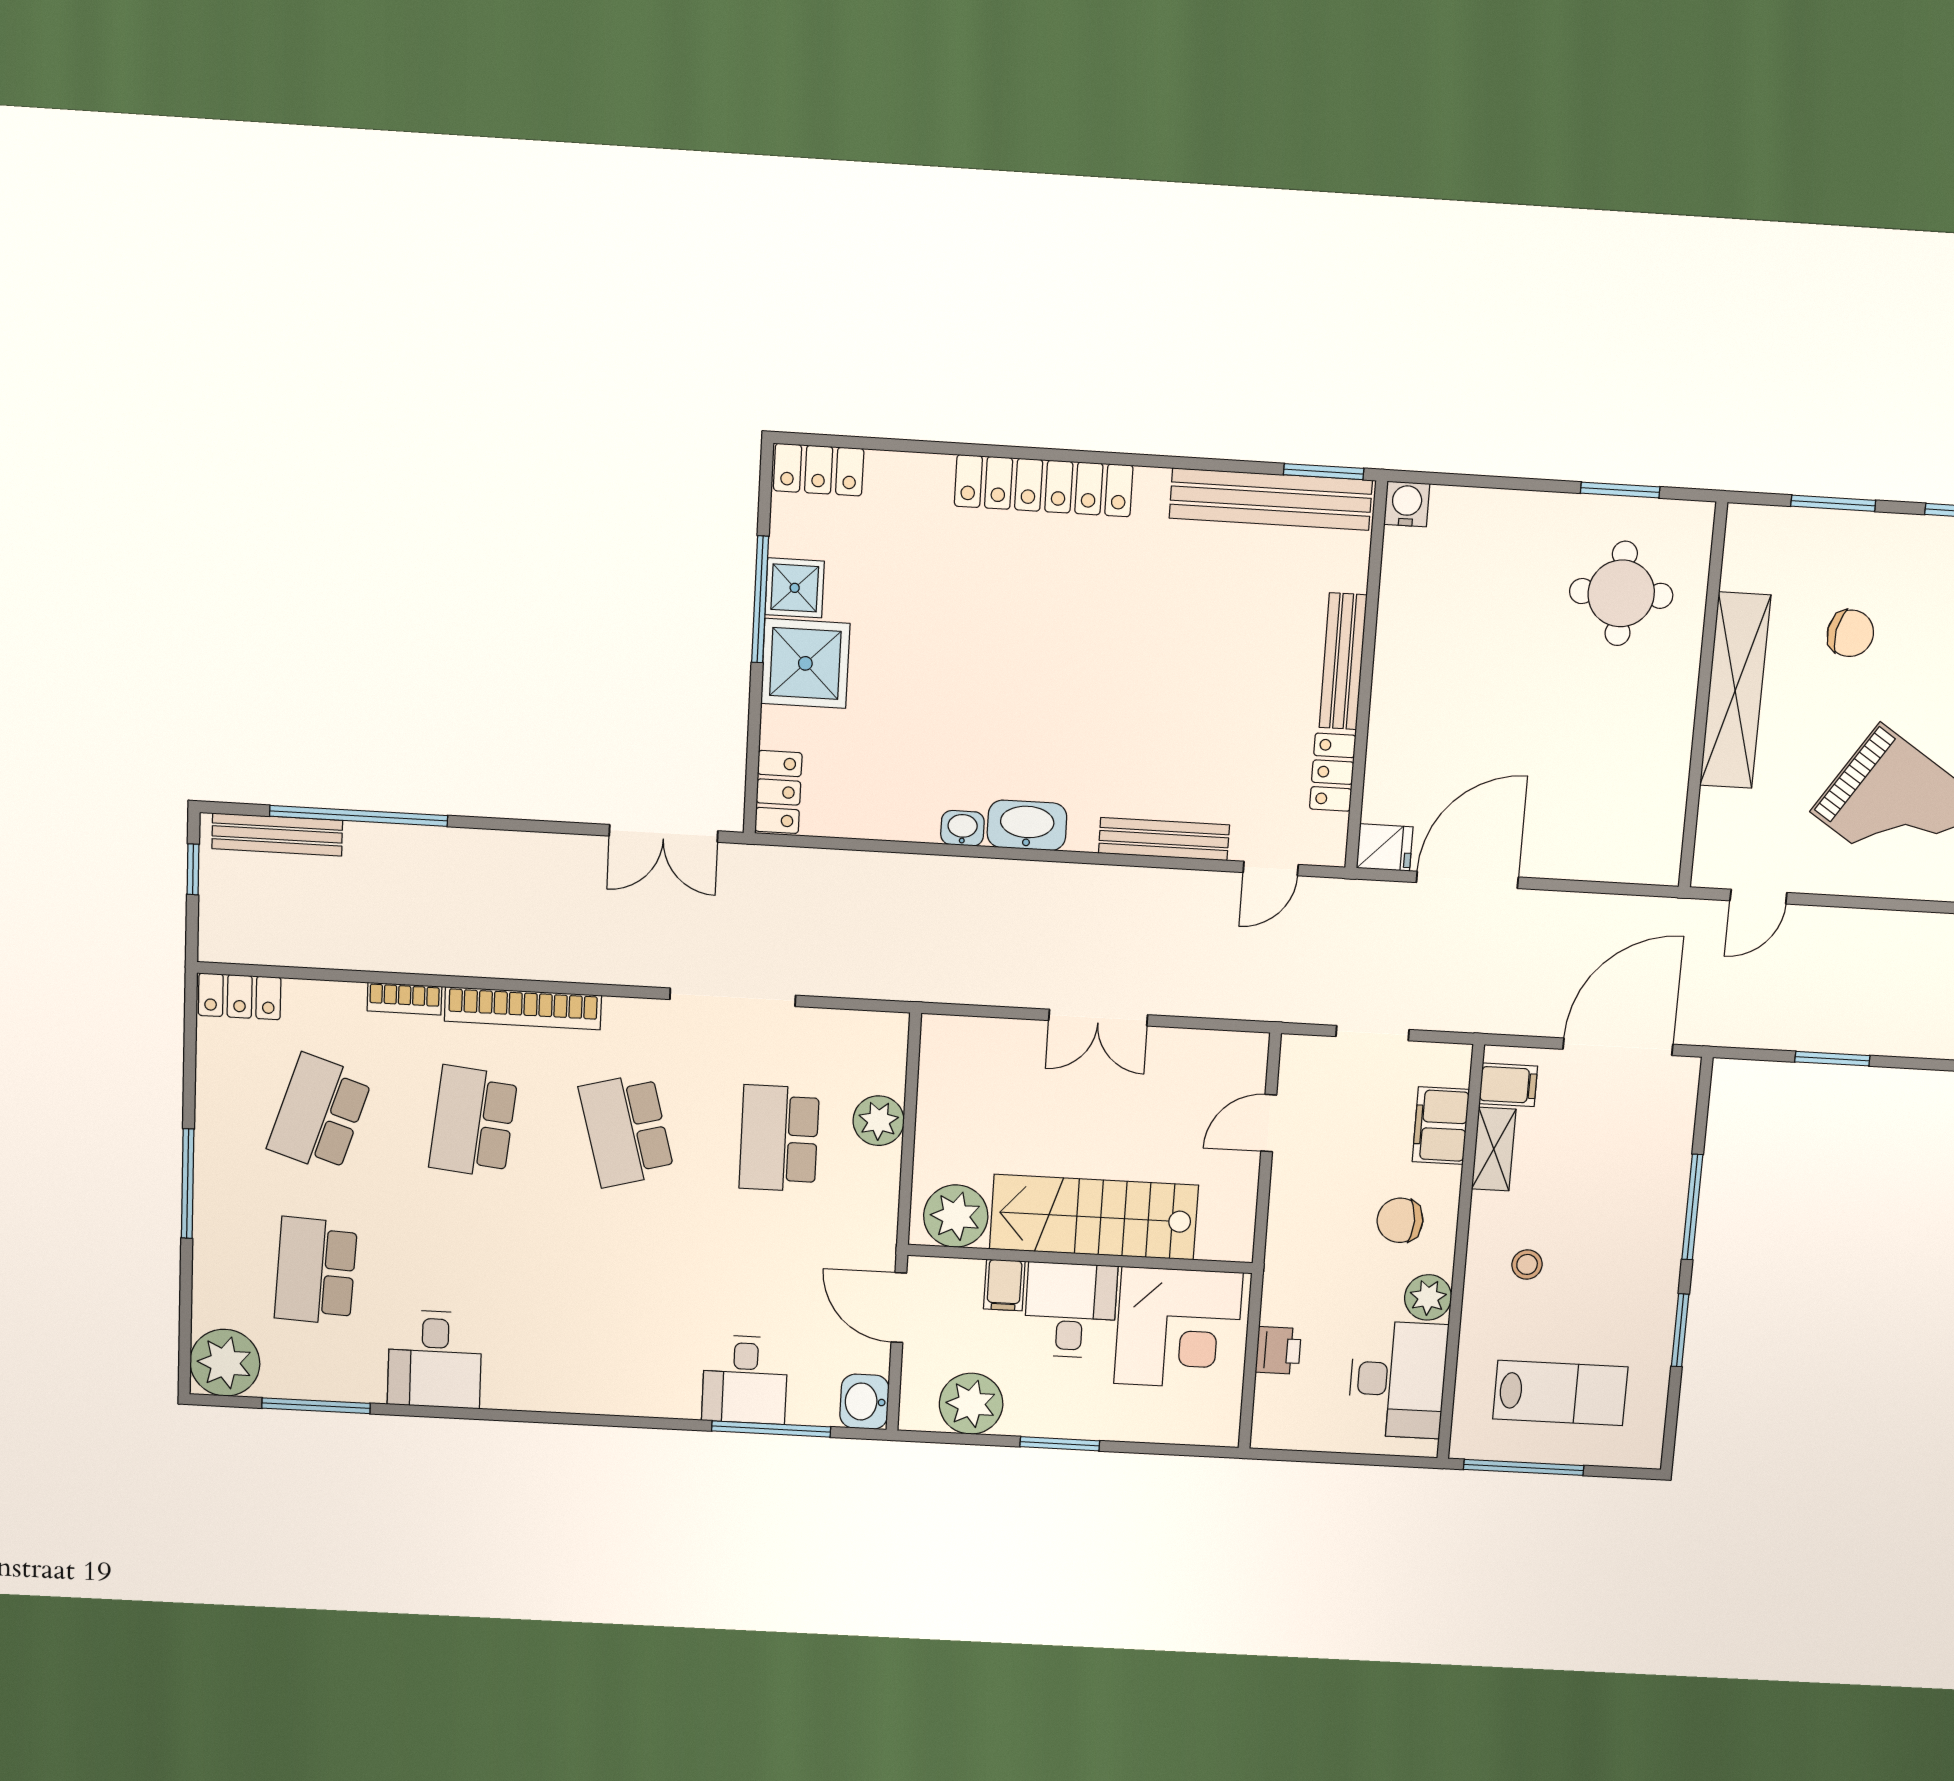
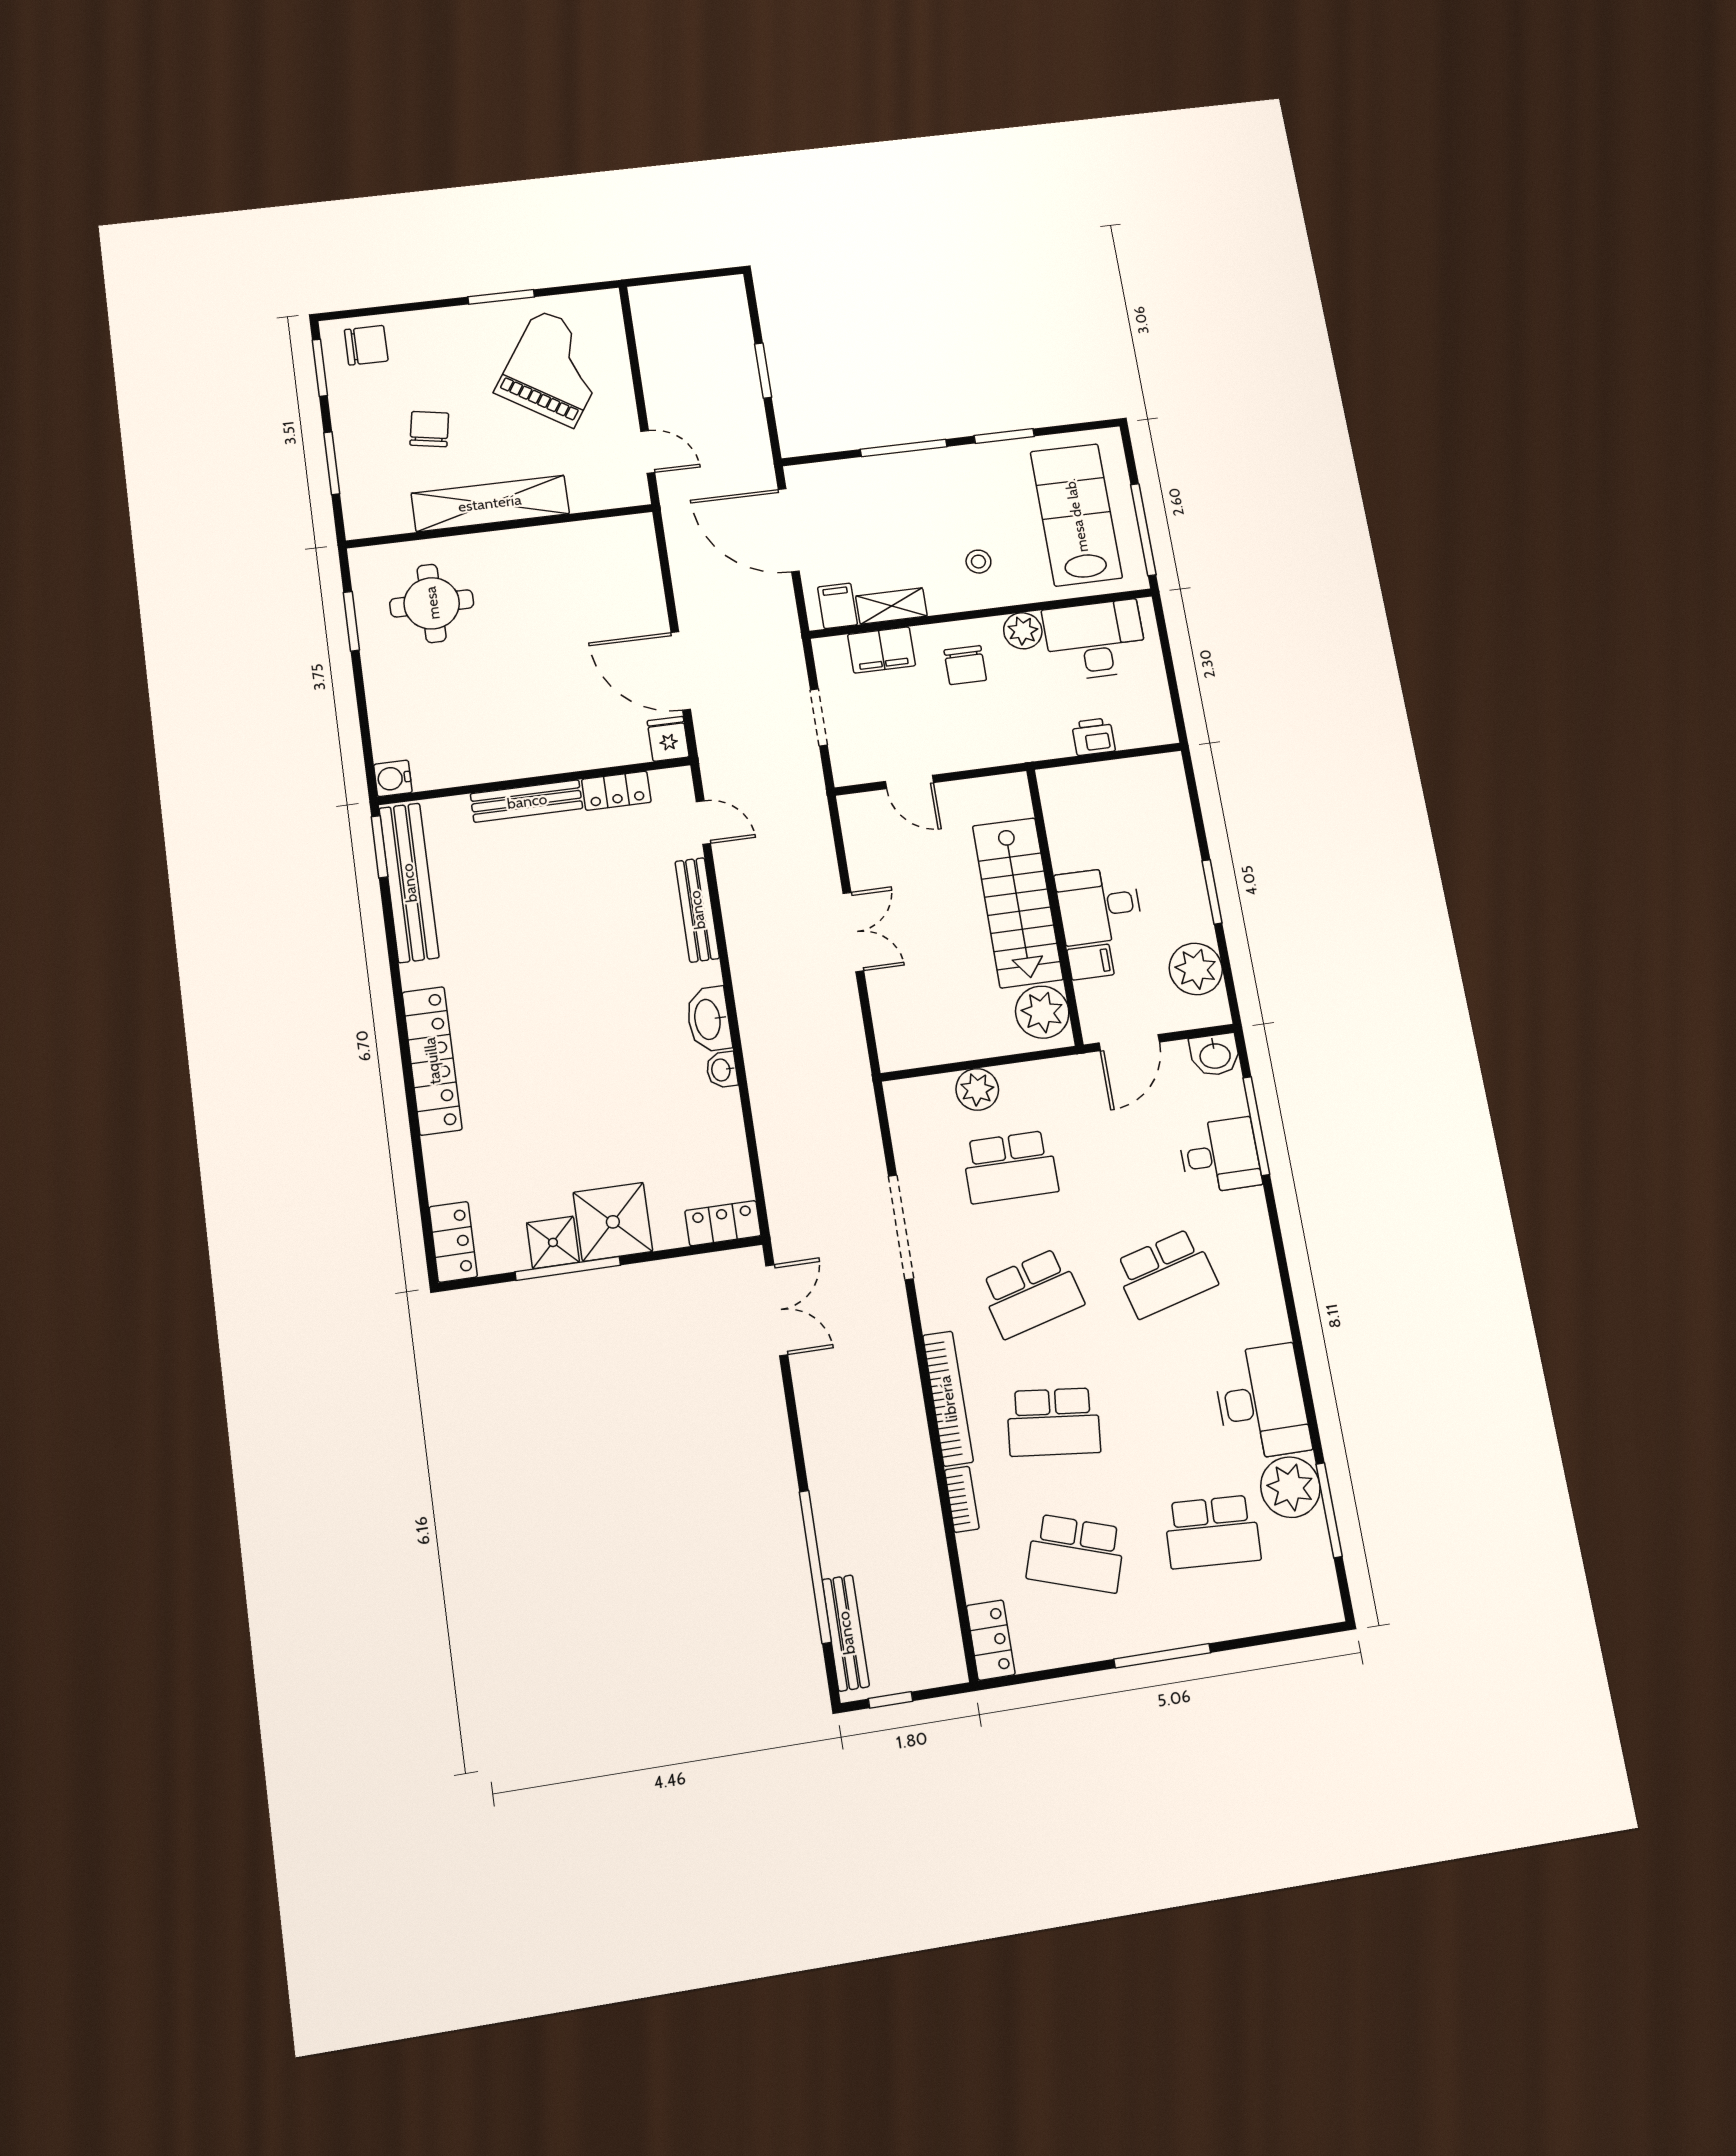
school desk: (620, 1287) -> (1166, 1273), added
corner desk: (1178, 1328) -> (1094, 818), removed
desk: (435, 1359) -> (1262, 1402), width x1.37
plant: (225, 1363) -> (1290, 1487), moved
lab bench: (1560, 1393) -> (1076, 515), width x1.36, depth x1.39

